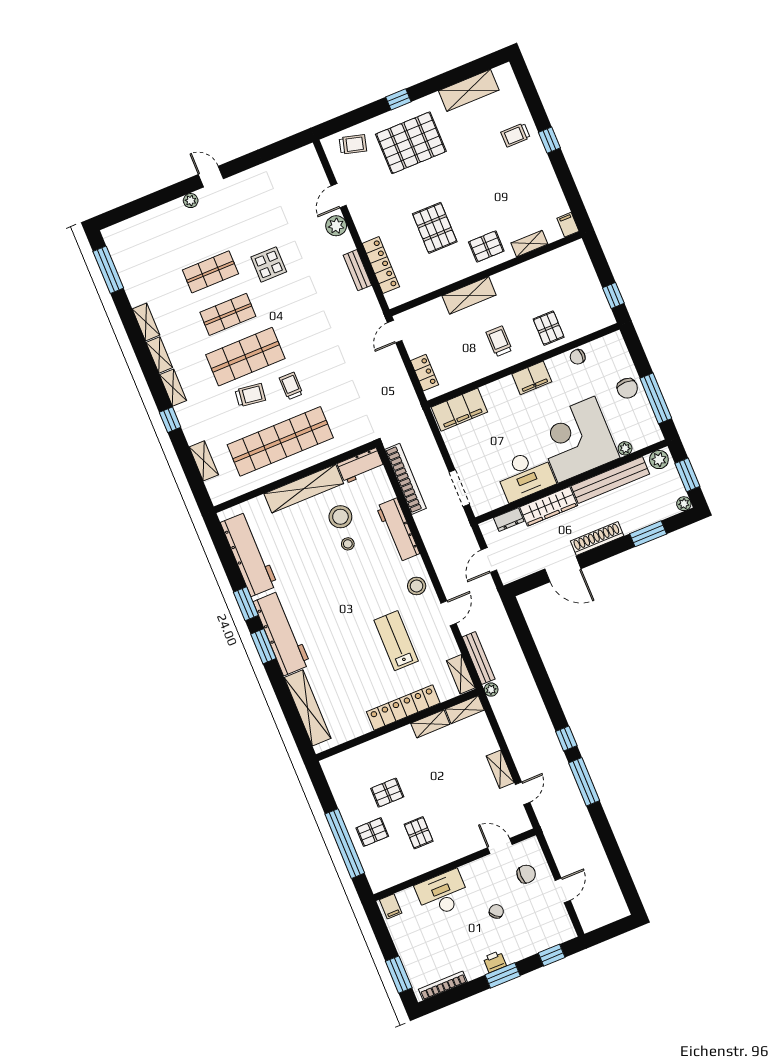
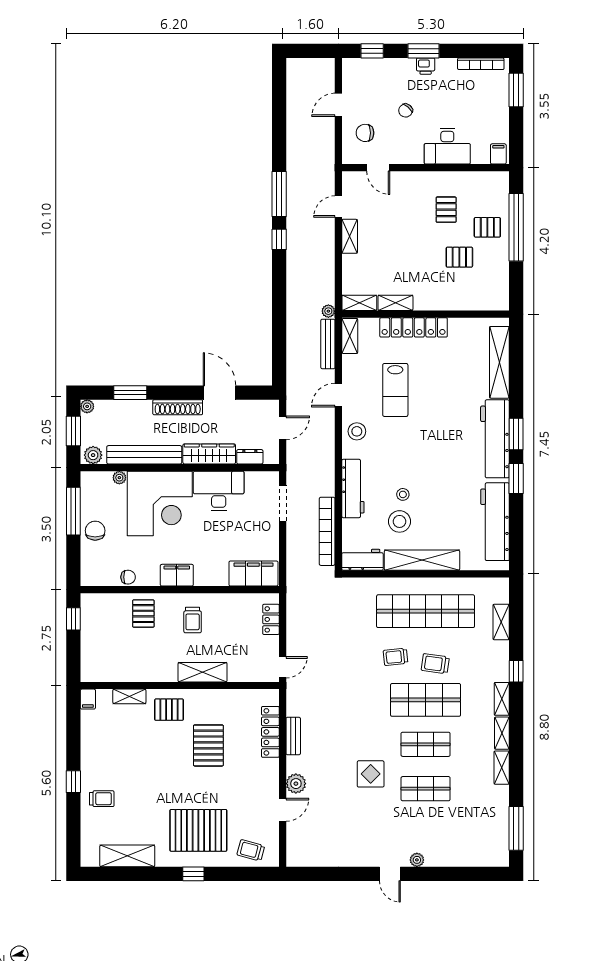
trolley: (291, 386) -> (395, 657), turned 84

